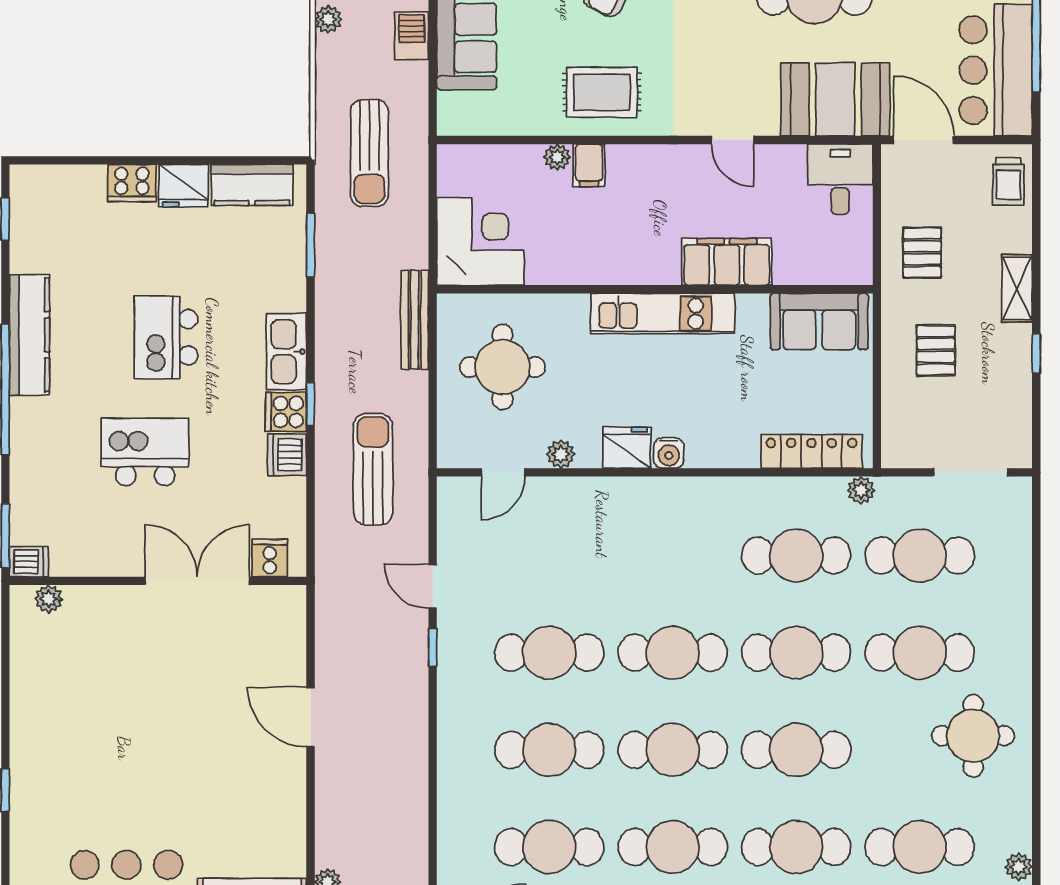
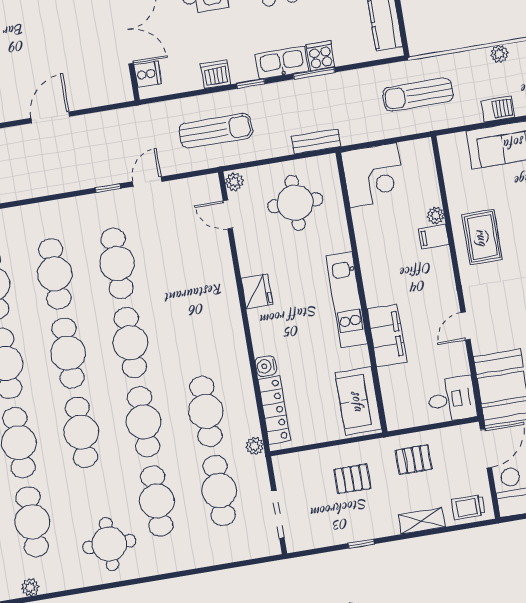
window: (311, 245) -> (314, 73), moved
shelving: (1017, 288) -> (422, 521), moved
bench: (415, 320) -> (316, 141), width x0.73
cooker: (286, 412) -> (320, 56), moved
water cooler: (669, 453) -> (266, 366), moved
plant: (561, 454) -> (234, 182), moved

